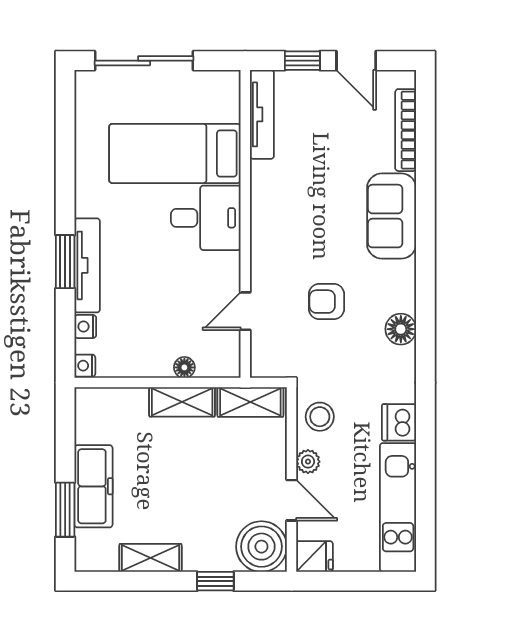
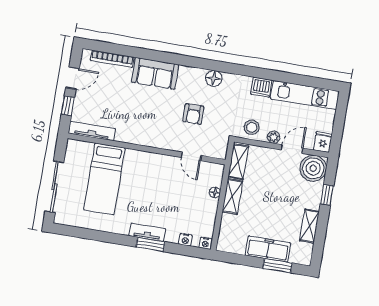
desk: (206, 218) -> (140, 169), removed
tv unit: (87, 265) -> (147, 232), width x0.71

